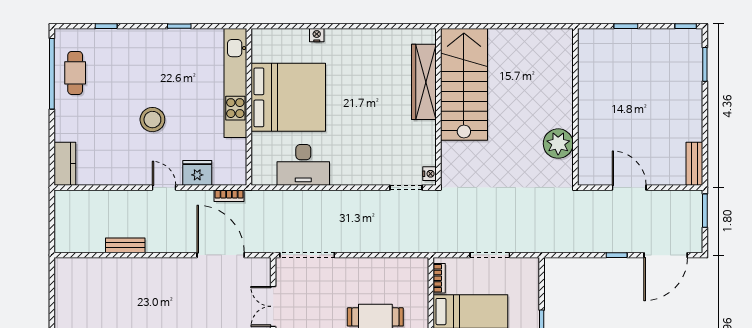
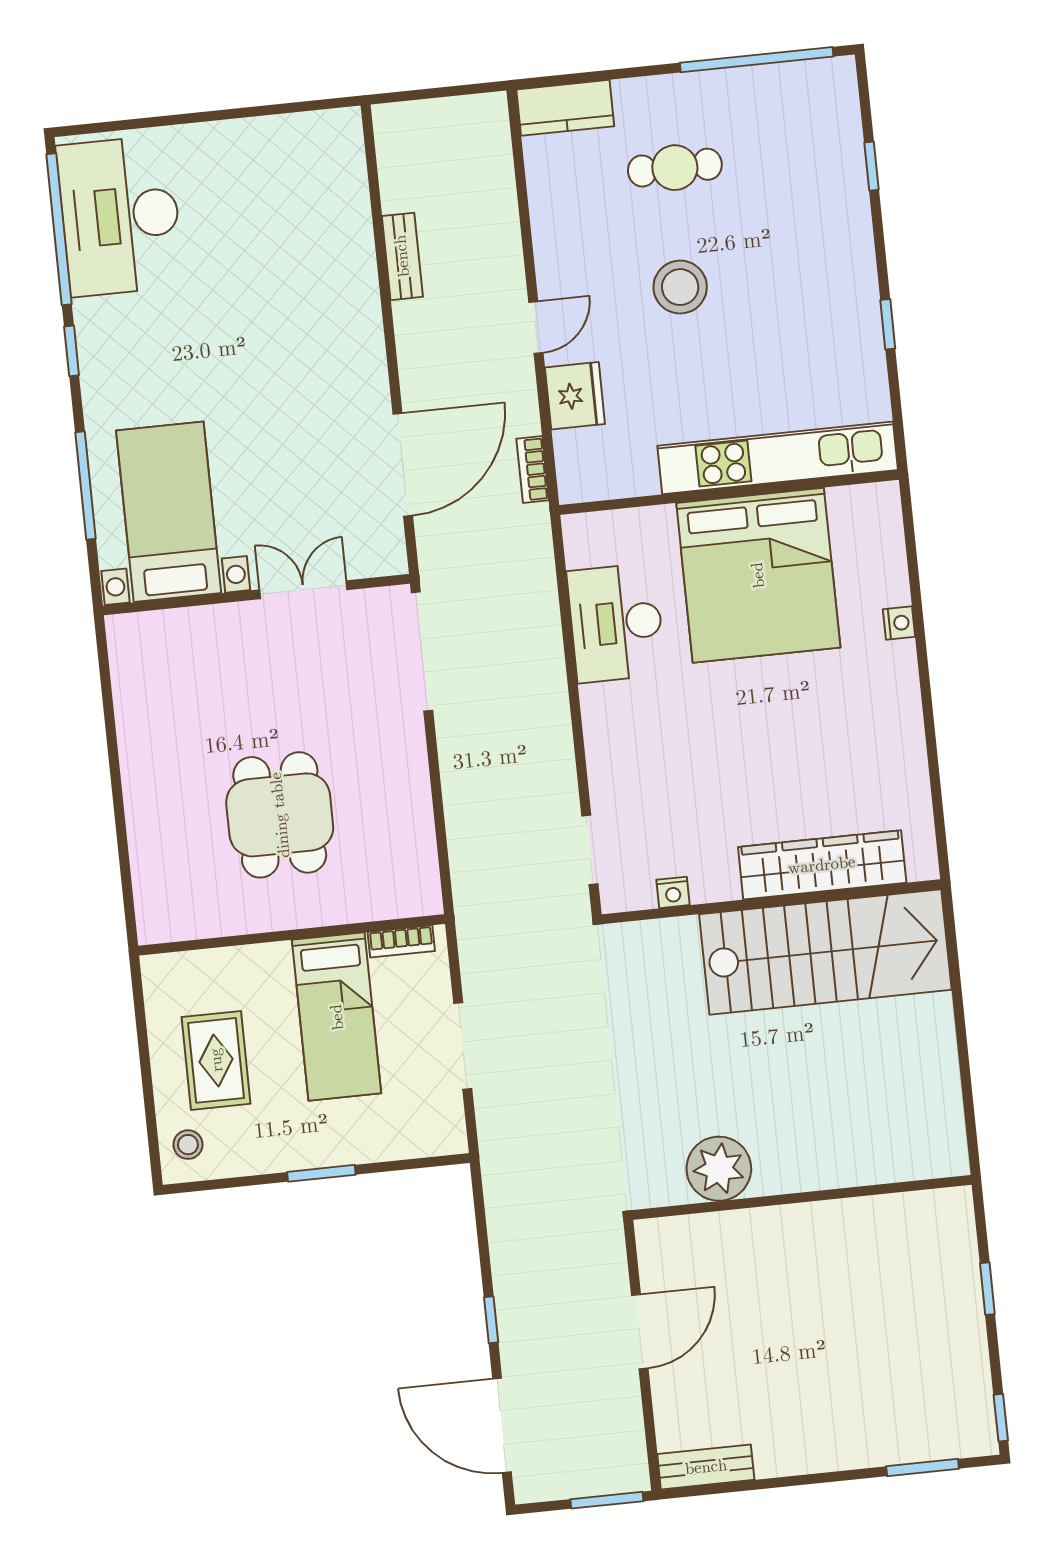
cafe table: (75, 73) -> (675, 168), moved
nightstand: (429, 174) -> (673, 892), moved

